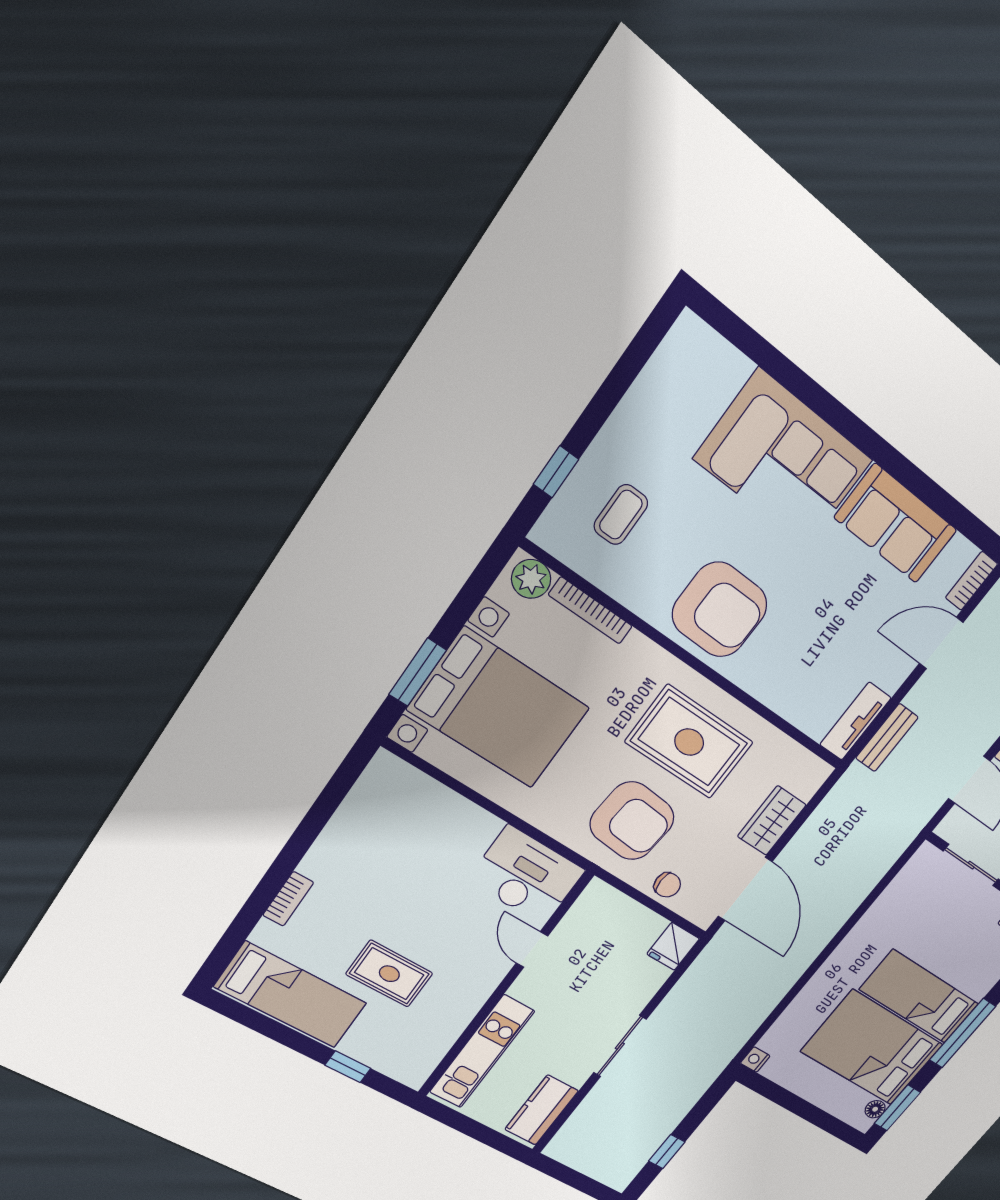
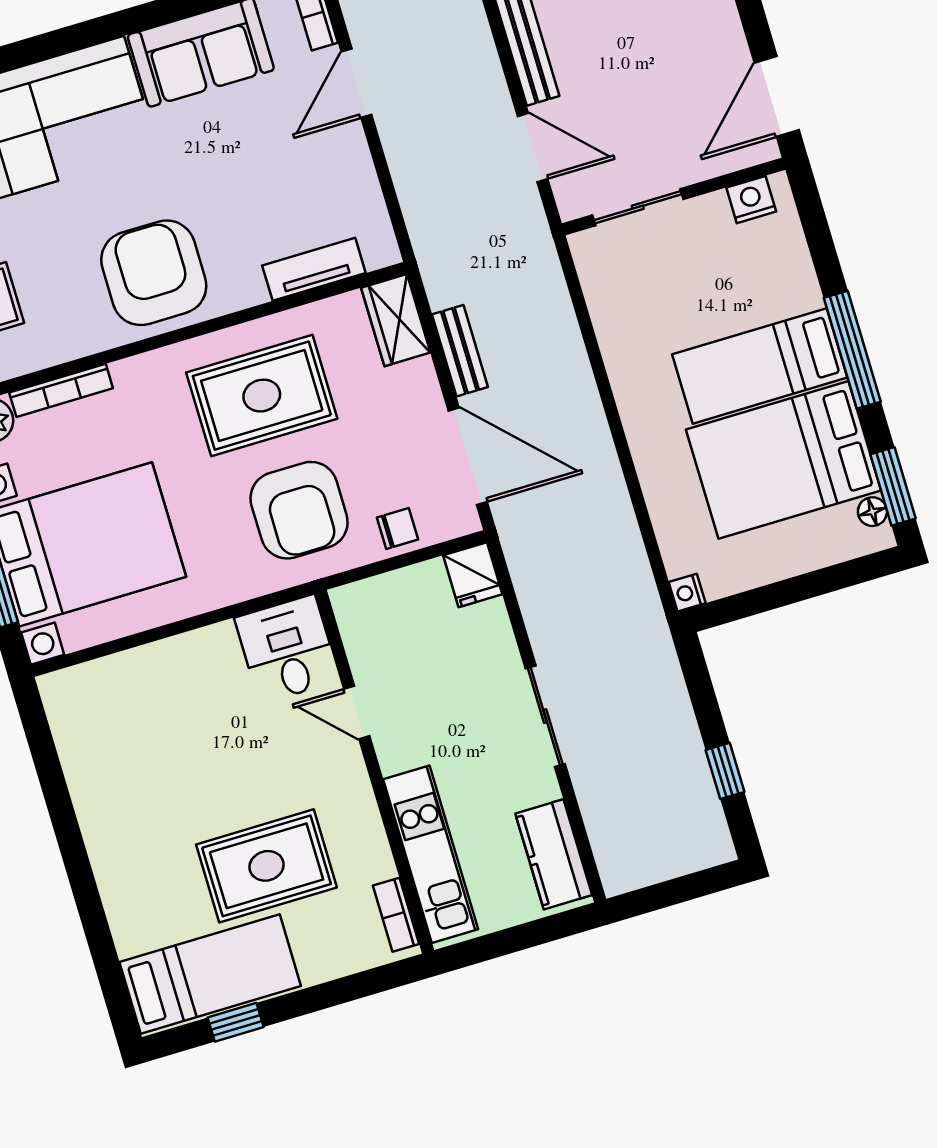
armchair: (720, 610) -> (154, 273), turned -91
tv unit: (855, 721) -> (314, 269), moved, turned 90
bench: (887, 738) -> (460, 351), moved
armchair: (632, 821) -> (299, 510), turned 85
wardrobe: (772, 821) -> (396, 320), moved
desk: (526, 875) -> (287, 649), width x0.73
bookcase: (288, 899) -> (396, 915), moved, turned 180
rug: (389, 974) -> (267, 866), width x1.36, depth x1.43
window: (348, 1067) -> (236, 1022), moved

